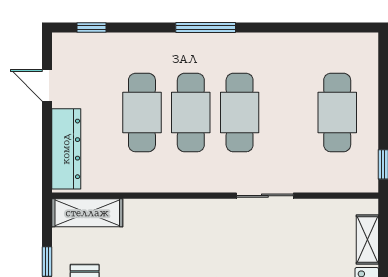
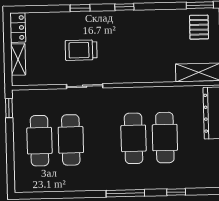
window: (92, 27) -> (176, 192), moved
cafe table: (240, 113) -> (71, 140), moved
trolley: (269, 252) -> (81, 50), added

